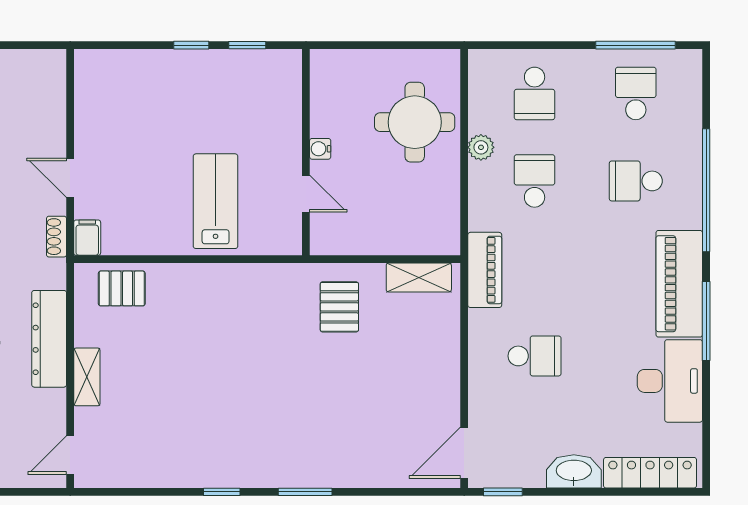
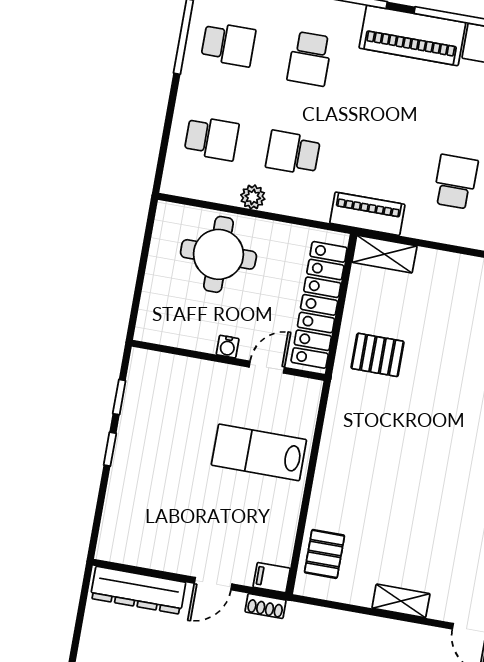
school desk: (636, 93) -> (228, 44), turned 180
locker: (381, 237) -> (319, 305), added
shelving: (419, 277) -> (384, 254), moved, turned 90
dresser: (49, 339) -> (138, 590), moved

